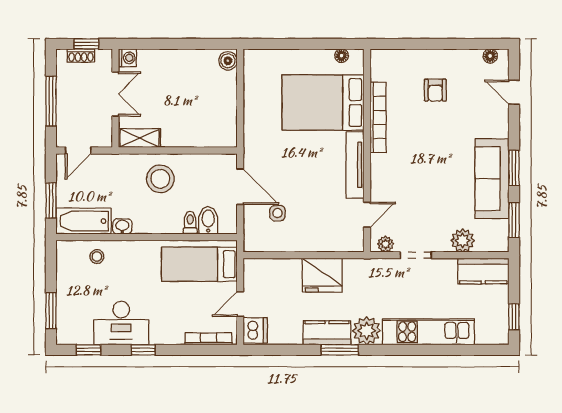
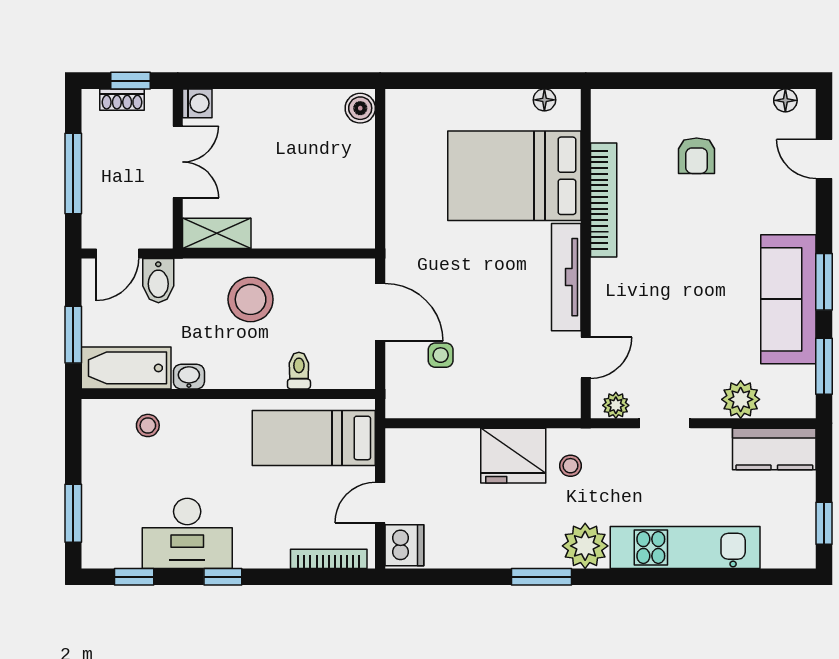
bidet: (208, 220) -> (158, 281), moved, turned 180
stool: (358, 281) -> (570, 466), added
kitchen counter: (327, 333) -> (521, 549), removed

